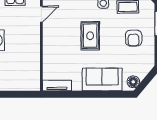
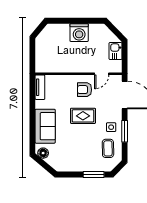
door: (41, 14) -> (102, 74), hinge flipped
armchair: (134, 38) -> (84, 90), moved

